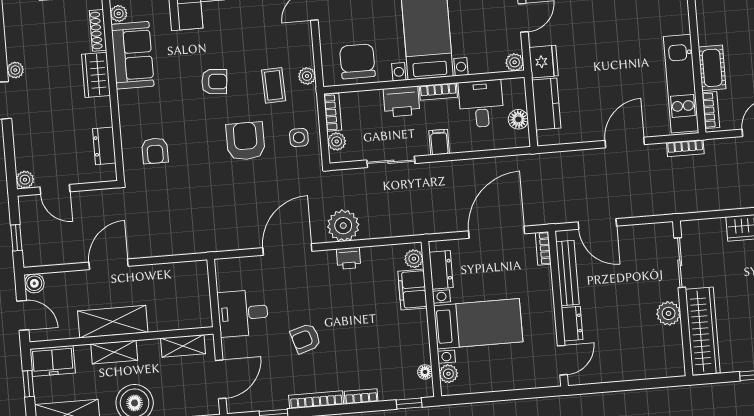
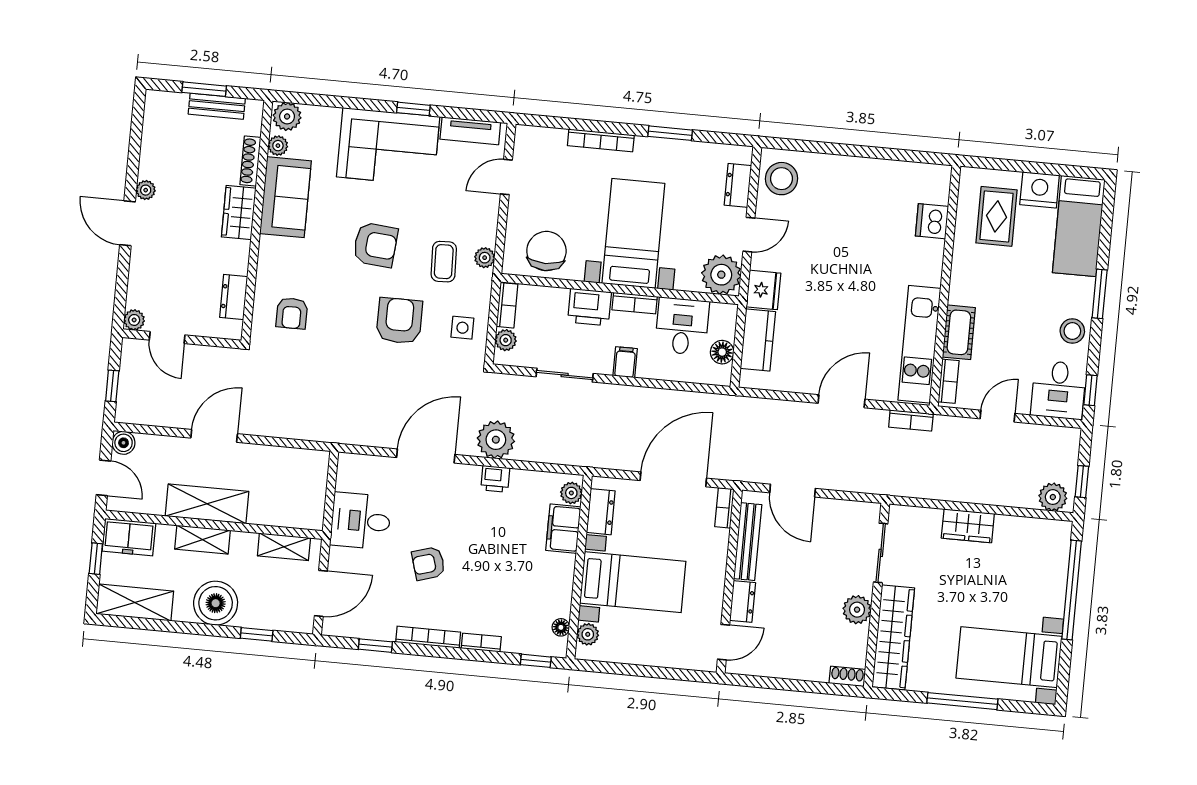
plant: (515, 62) -> (721, 275), width x1.88, depth x1.88
armchair: (214, 82) -> (375, 245), width x1.38, depth x1.38
shoe rack: (670, 370) -> (847, 676), added

